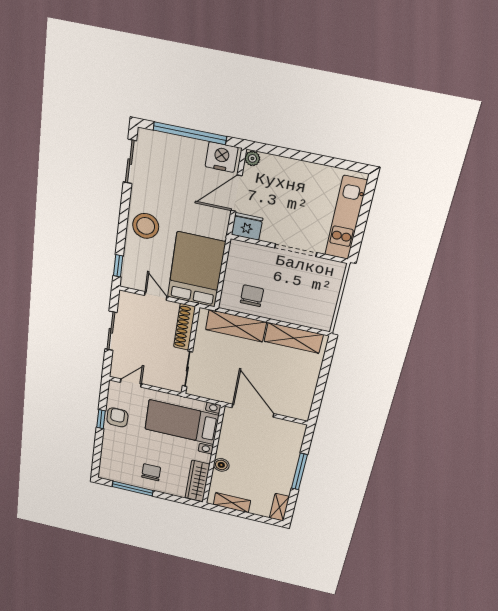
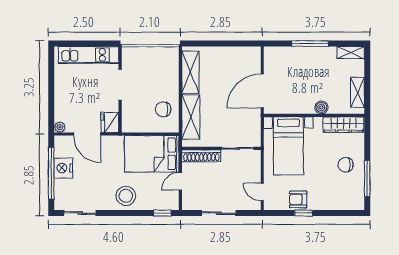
nightstand: (222, 157) -> (63, 168), moved

